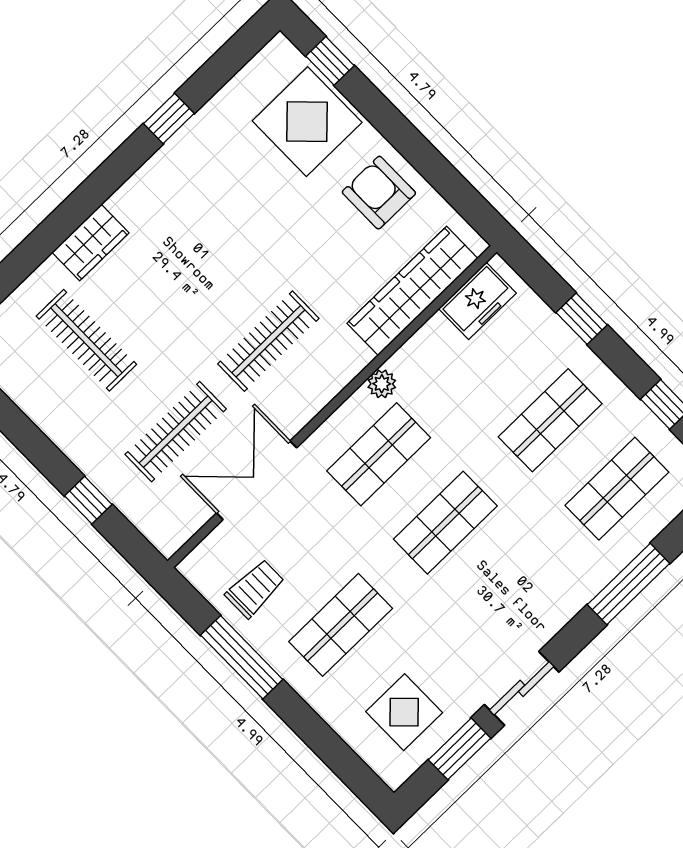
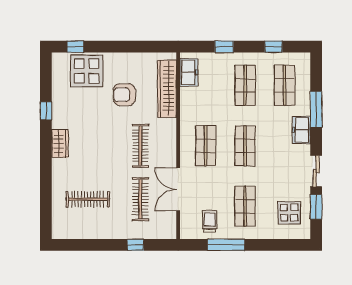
armchair: (379, 193) -> (124, 95), moved
wardrobe: (90, 243) -> (60, 143), moved
plant: (382, 384) -> (186, 125), removed
freezer: (568, 594) -> (301, 130), added

